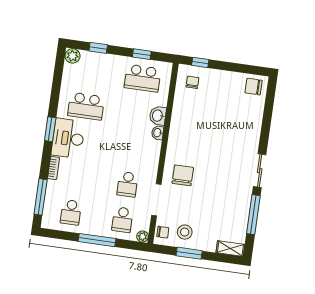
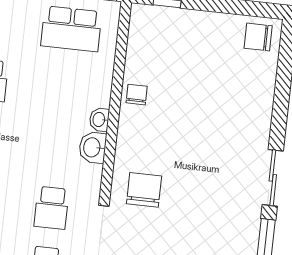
chair: (192, 82) -> (137, 95), moved
washbasin: (158, 116) -> (93, 147), moved

